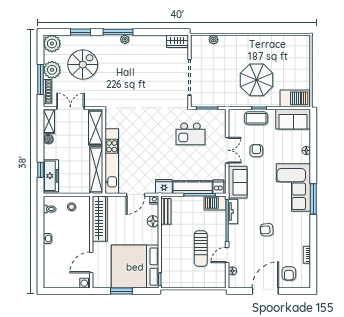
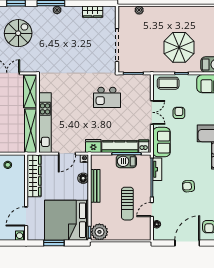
wardrobe: (177, 41) -> (93, 12), moved
coffee table: (256, 118) -> (168, 83), moved
kitchen island: (190, 134) -> (107, 97), moved
barbecue: (215, 203) -> (126, 161), moved
bench: (166, 211) -> (95, 186), moved, width x1.36
plant: (171, 279) -> (99, 232), added

